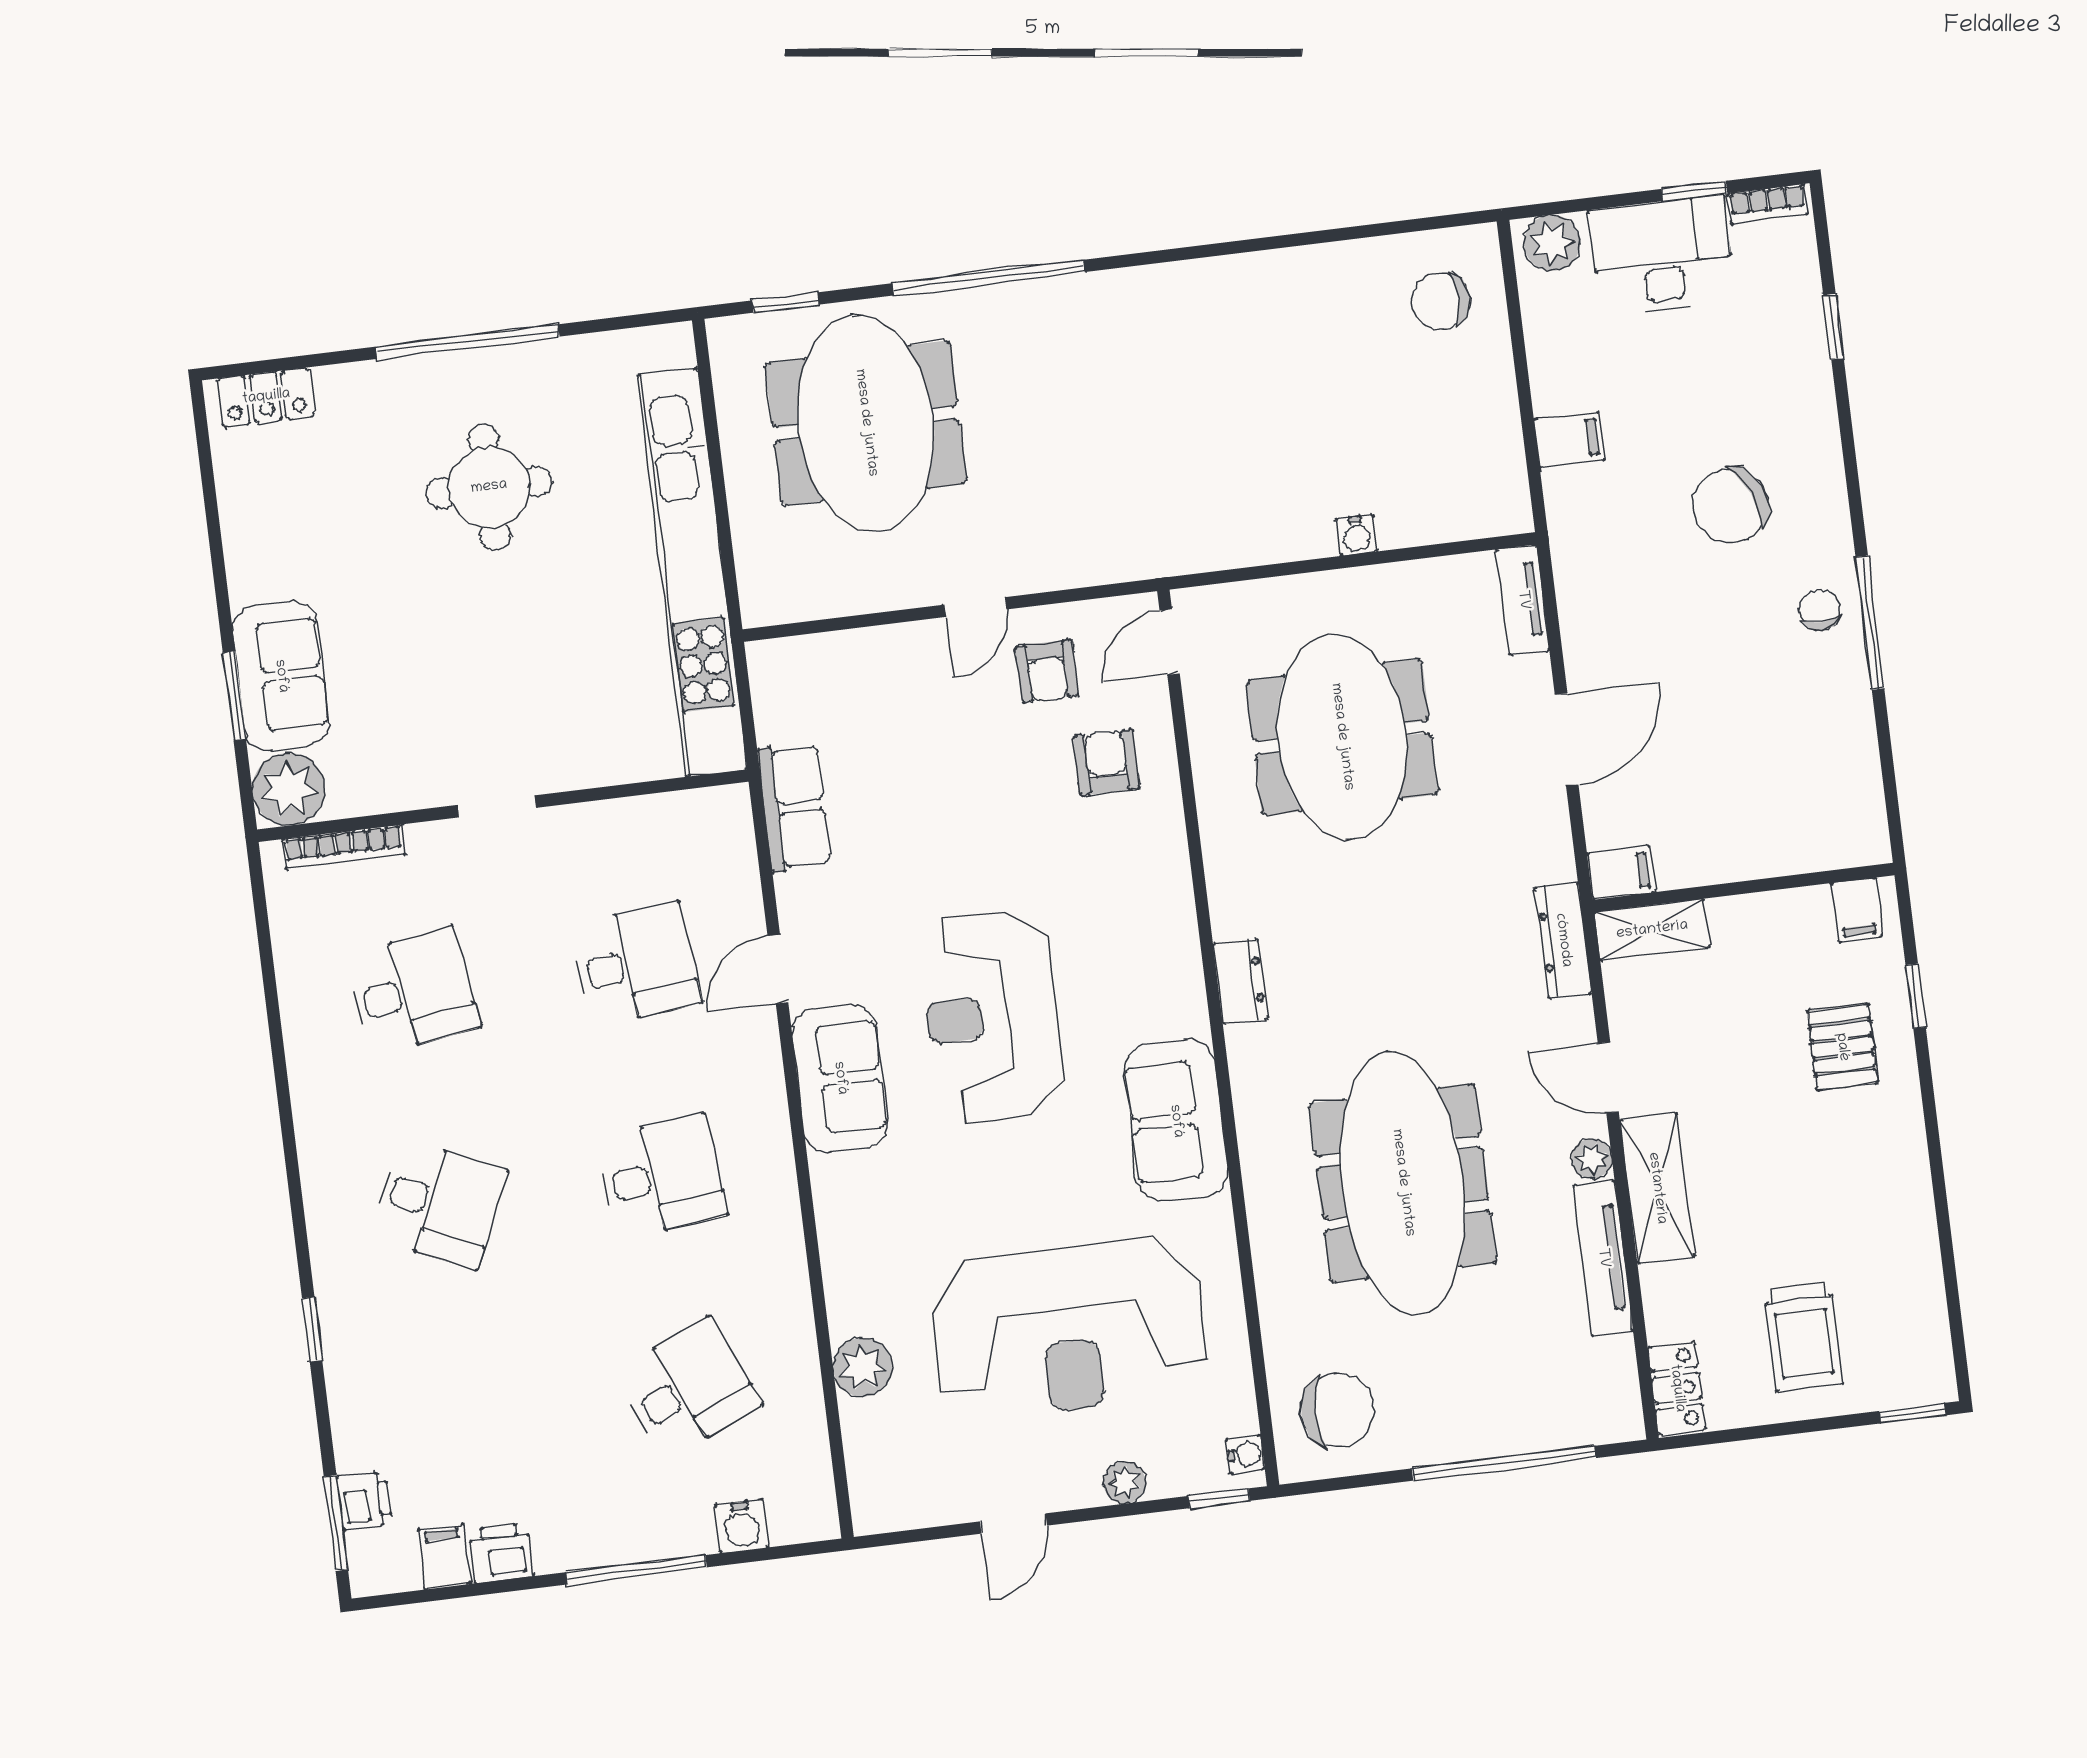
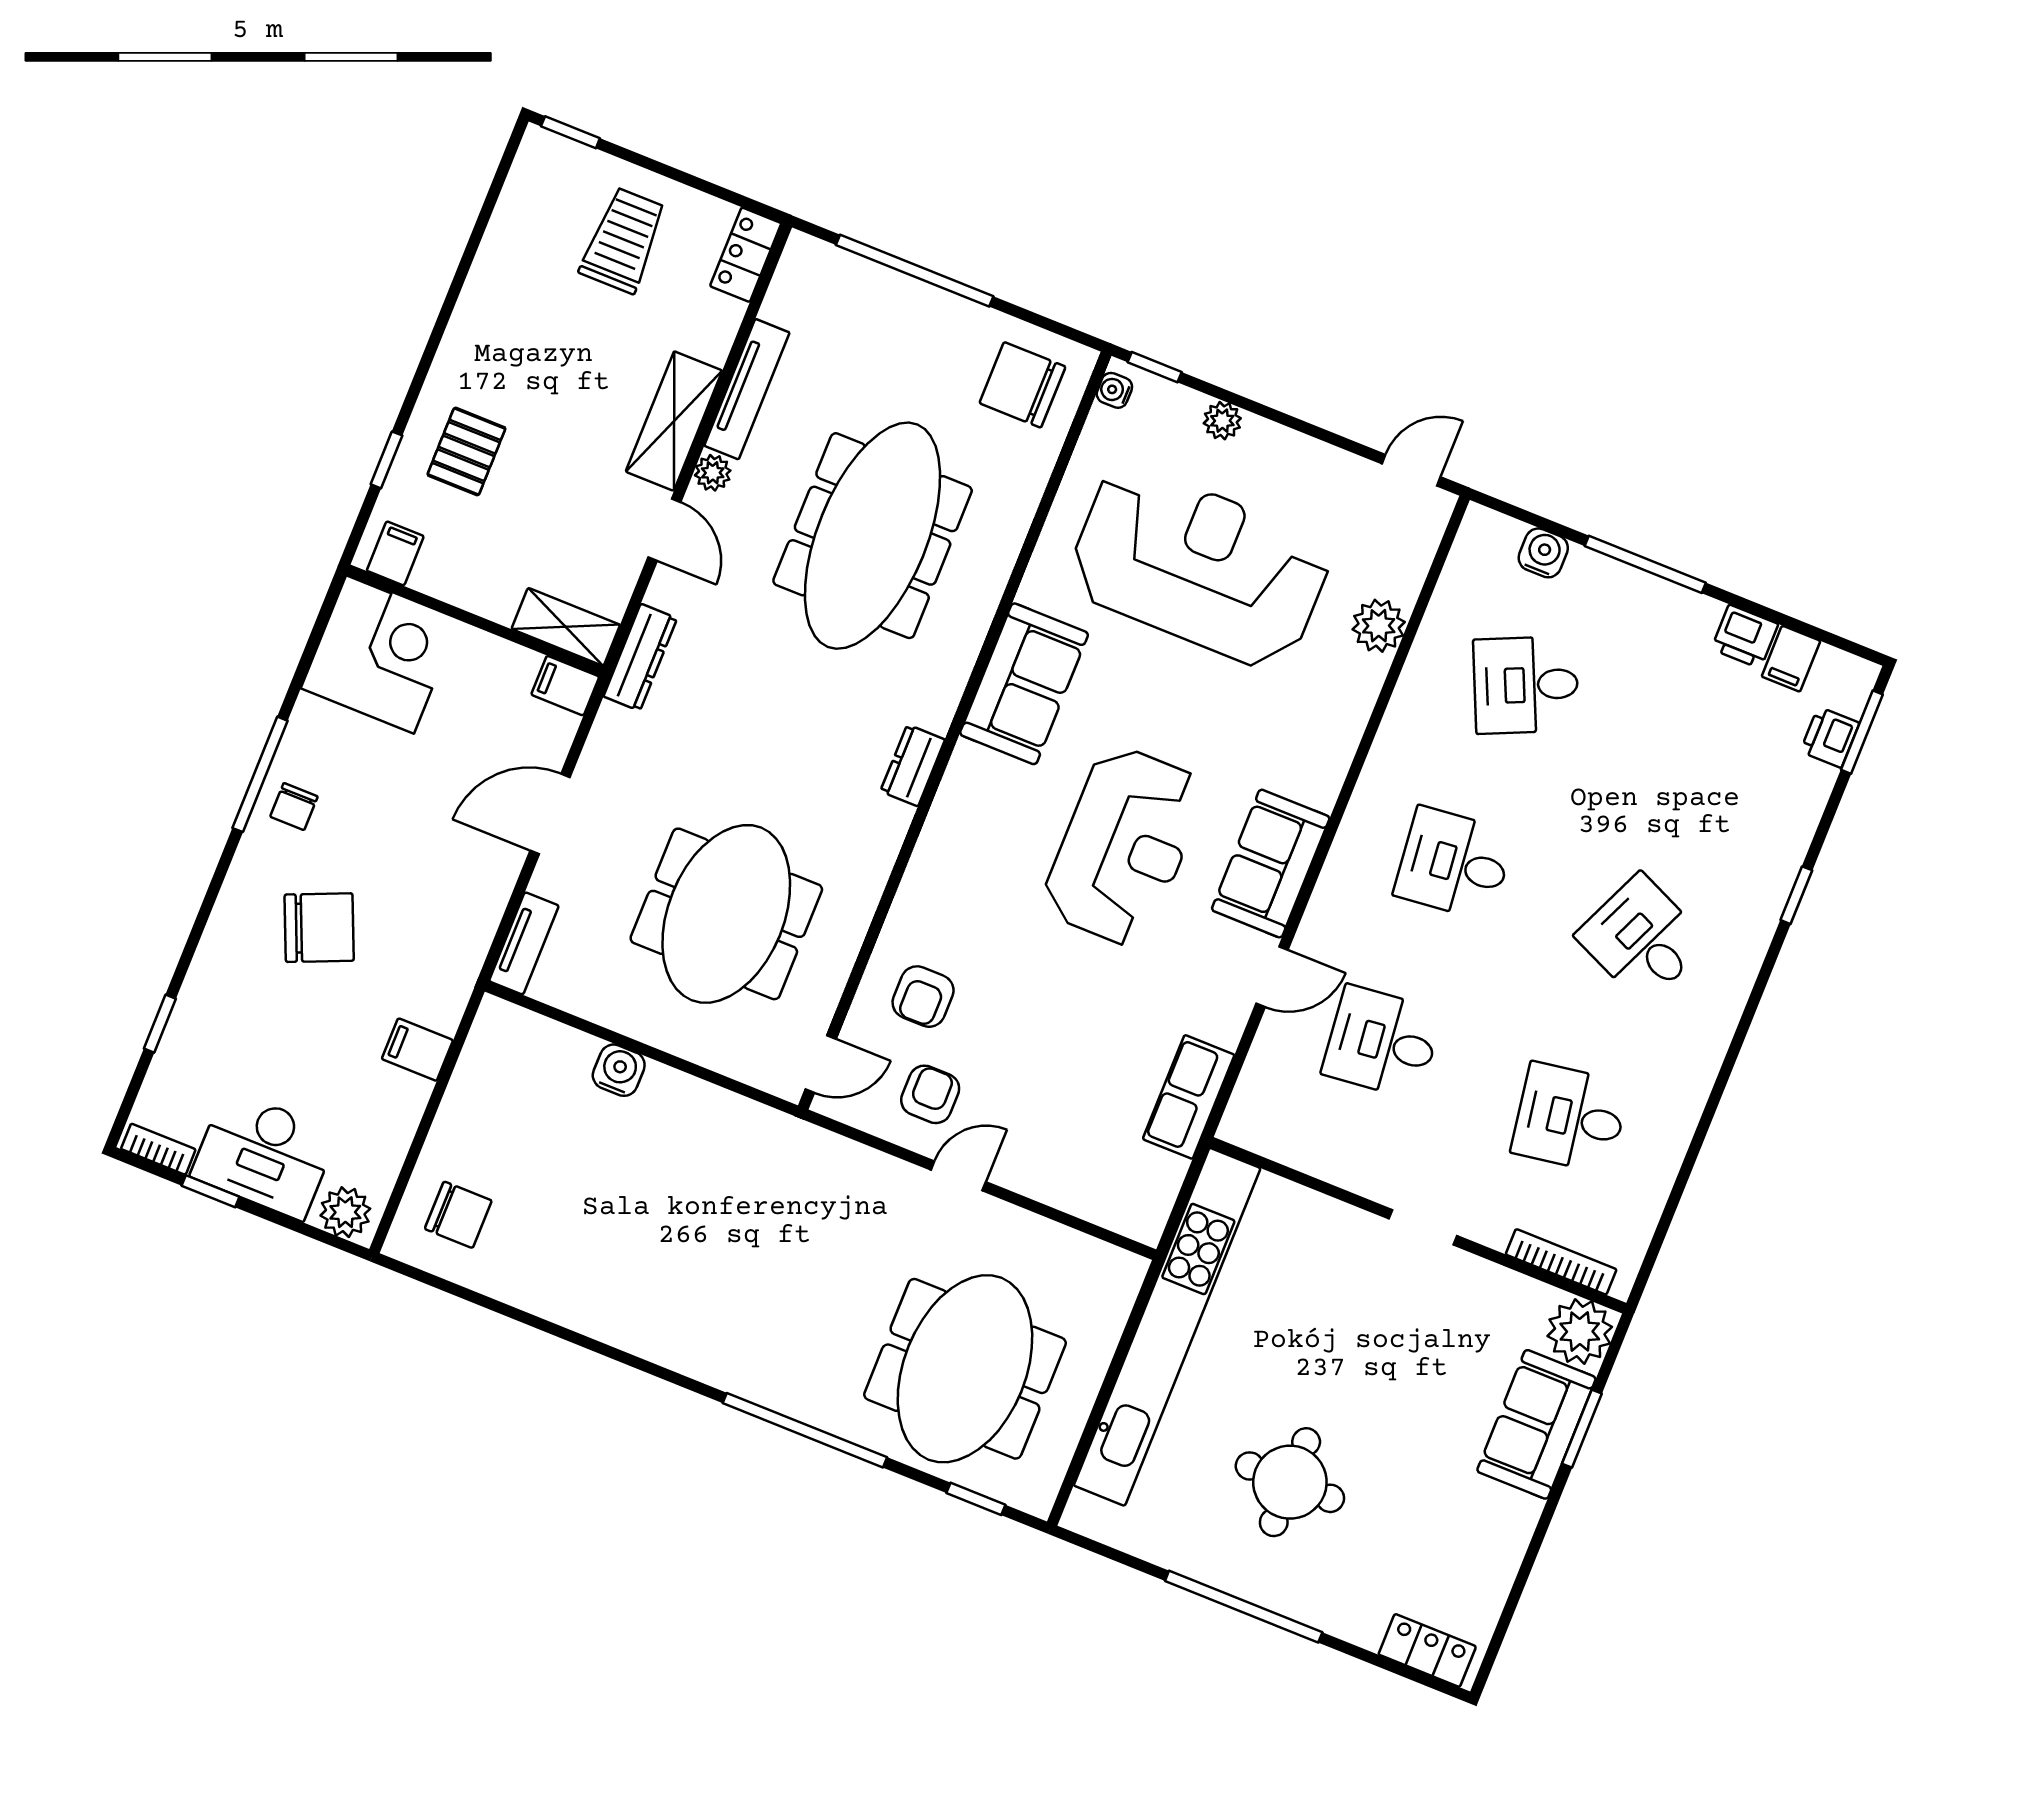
water cooler: (1356, 535) -> (619, 1070), width x1.38, depth x1.38
corner desk: (1818, 804) -> (380, 654), added
door: (1014, 1524) -> (1411, 470), moved

